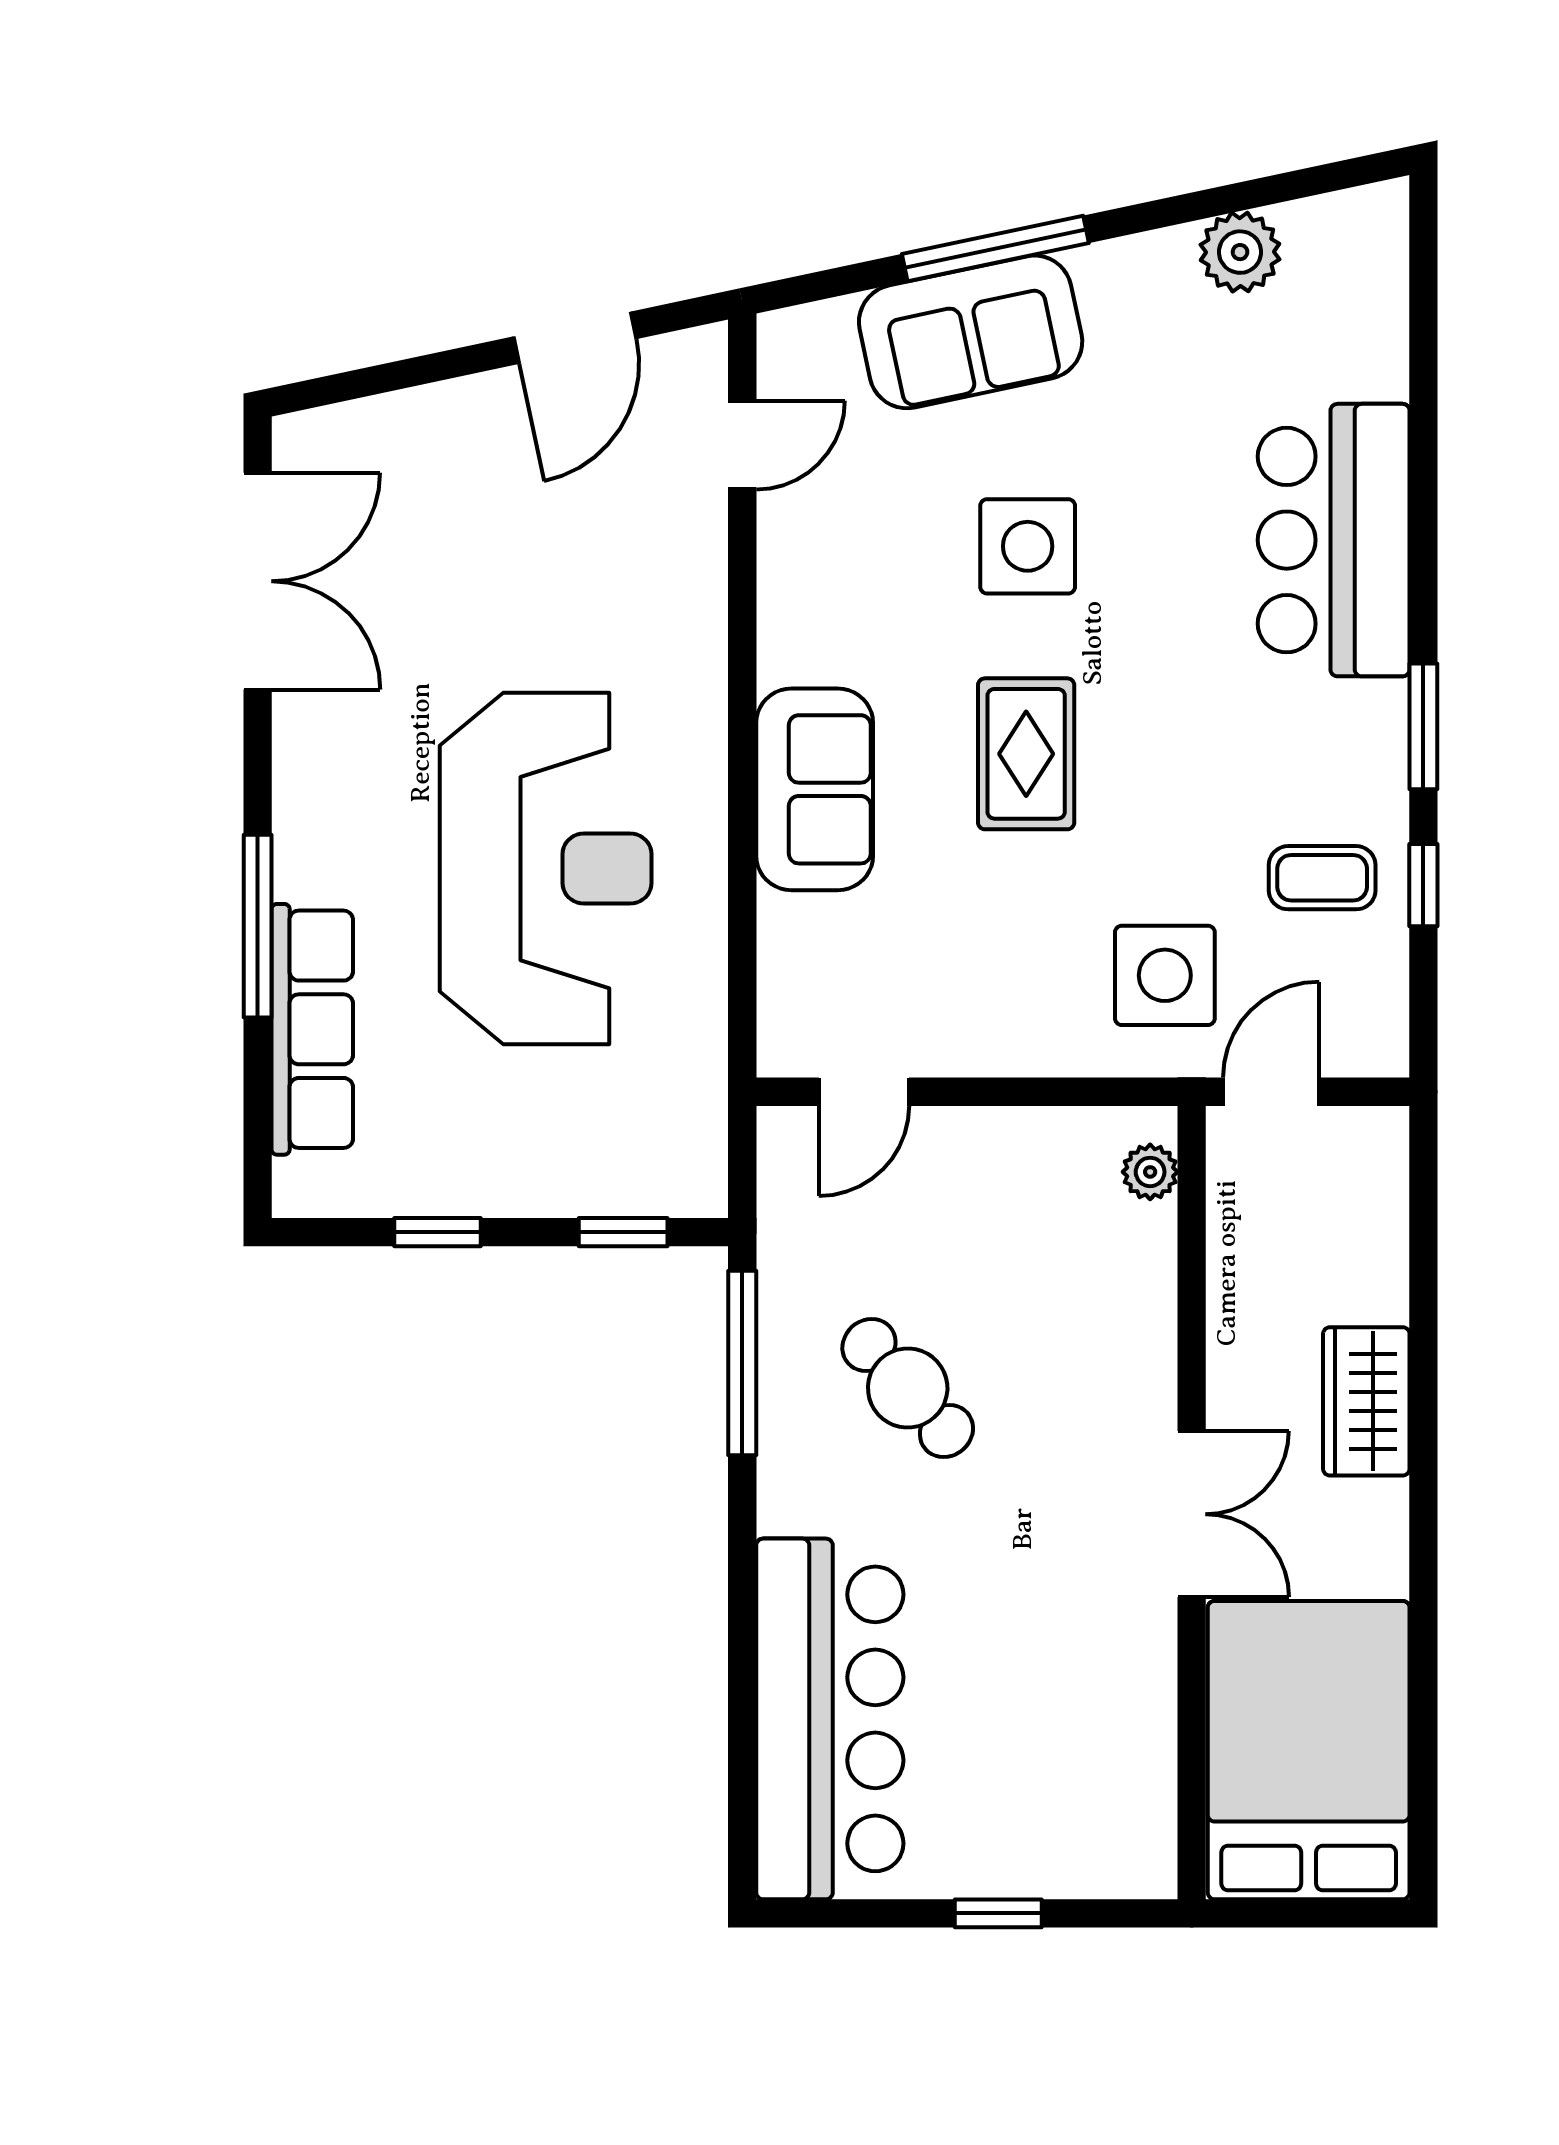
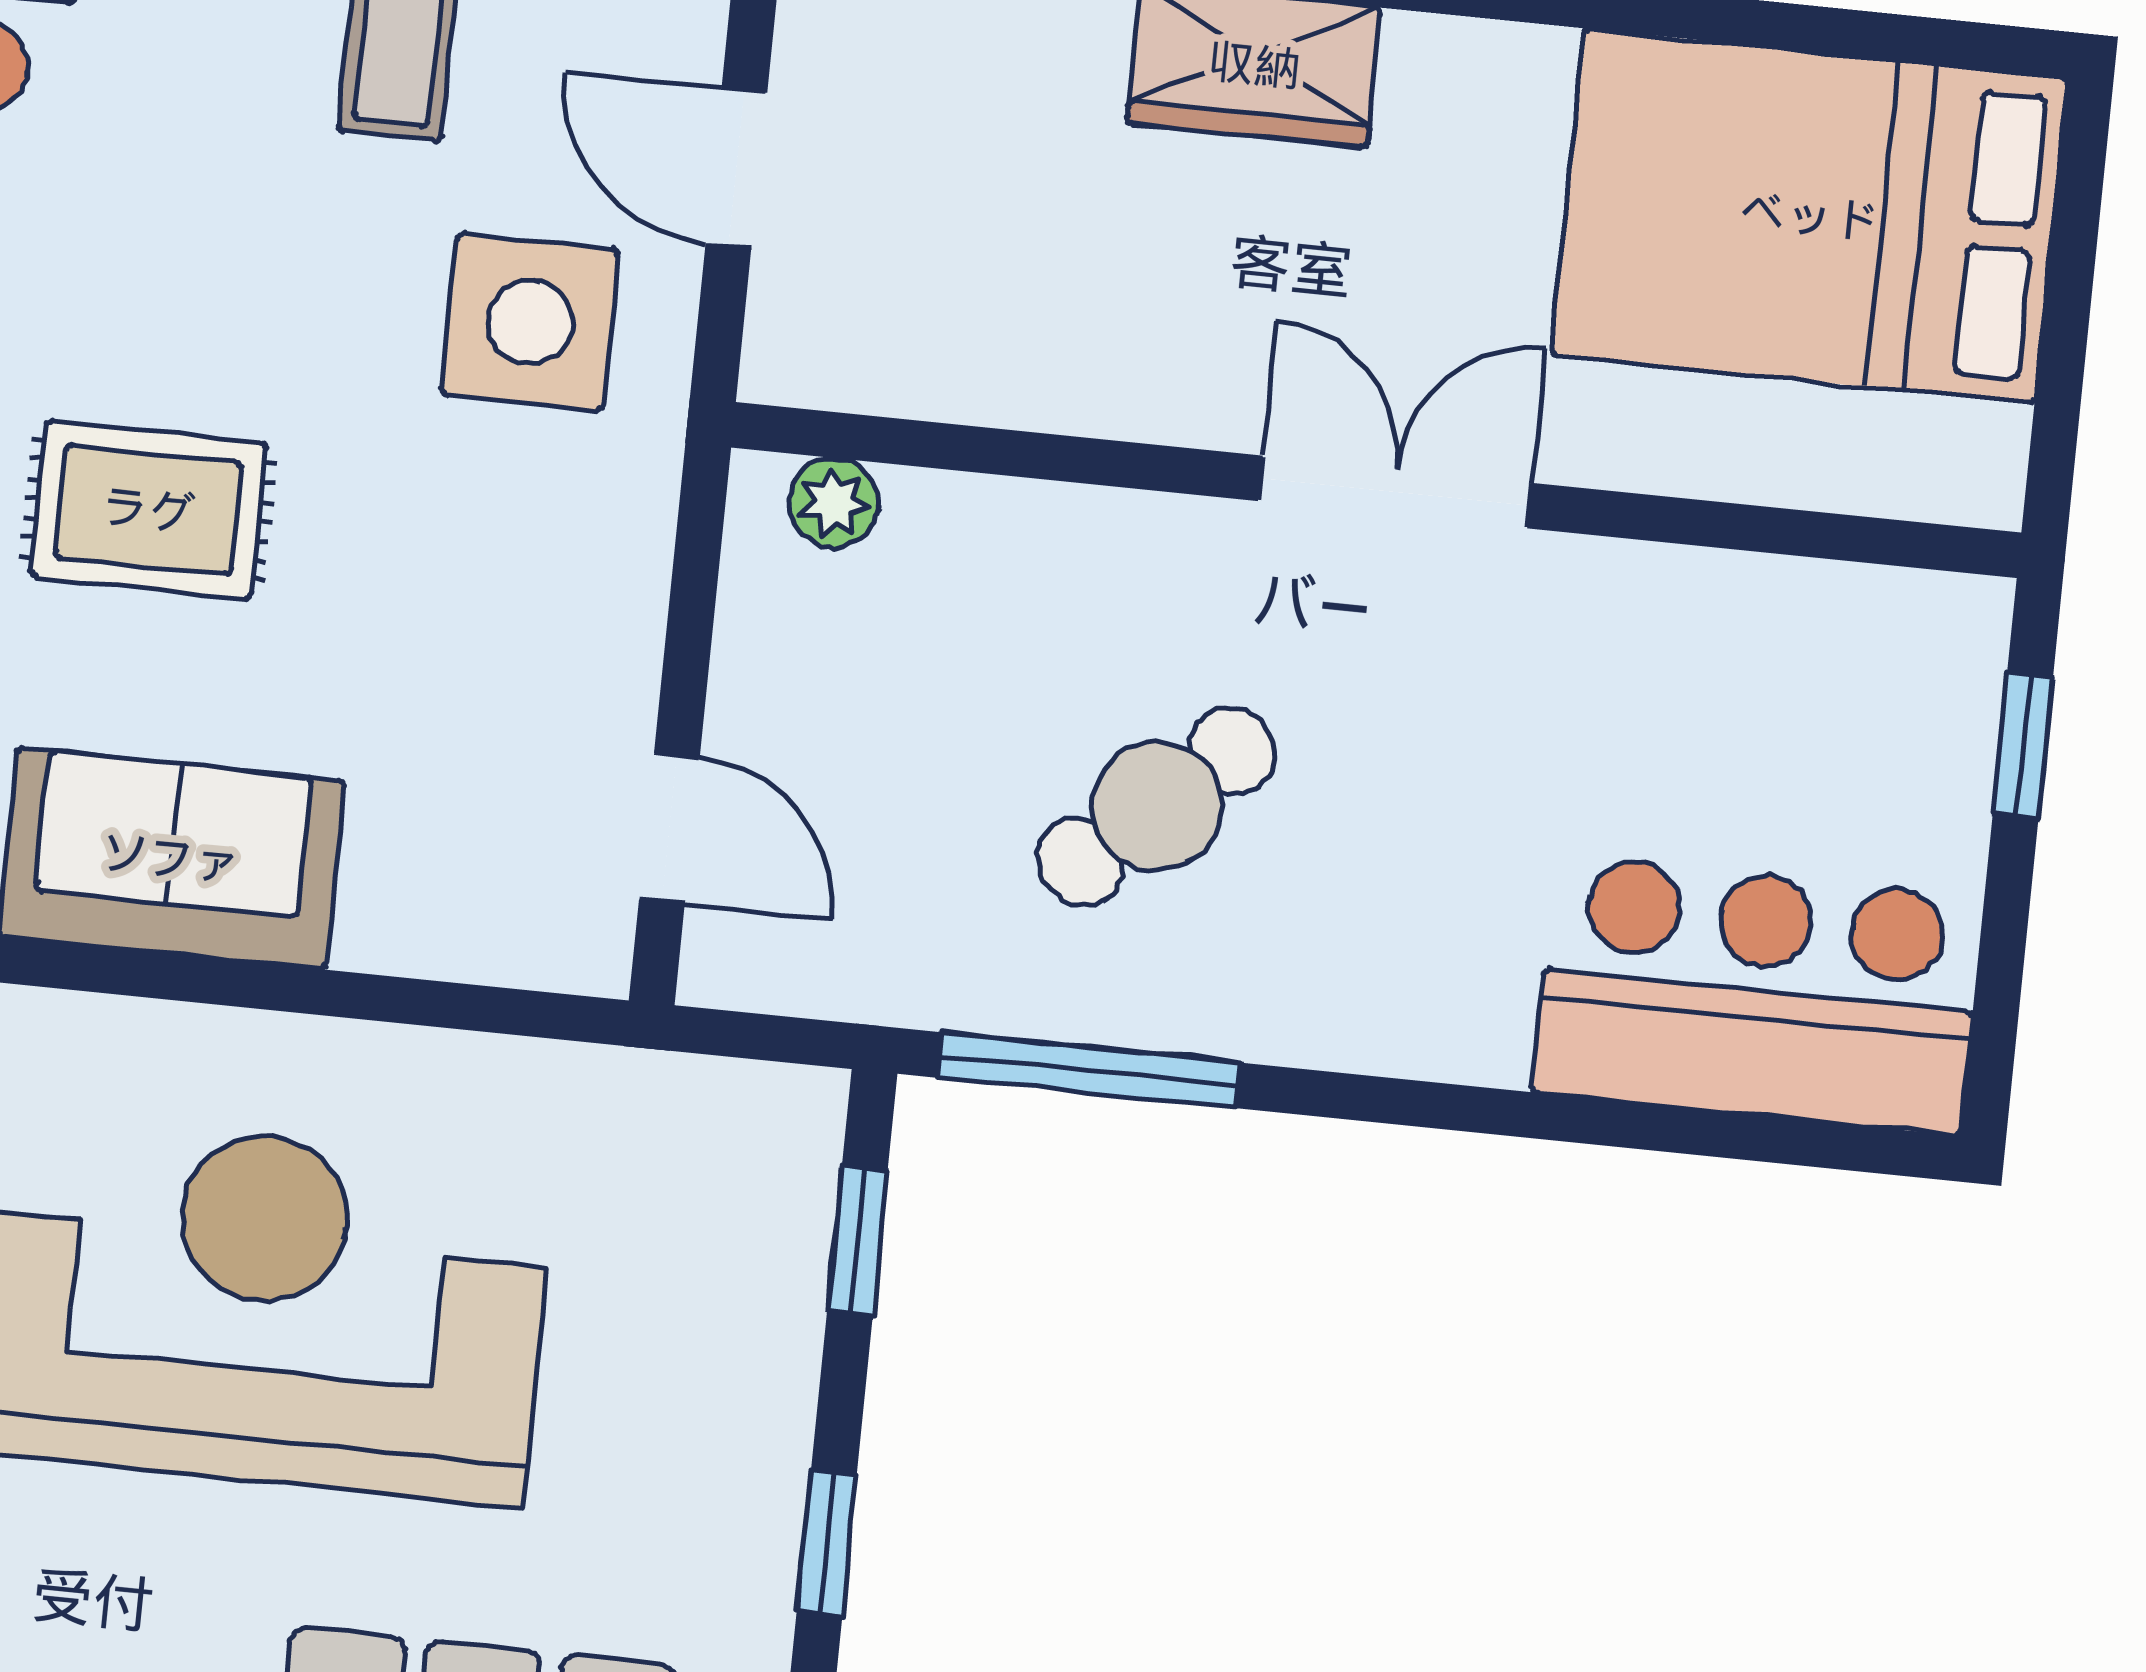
plant: (1150, 1172) -> (834, 503), moved
wall: (1192, 1503) -> (1376, 490), moved
double door: (1192, 1514) -> (1395, 492), moved
bar counter: (830, 1719) -> (1758, 995), width x0.73

